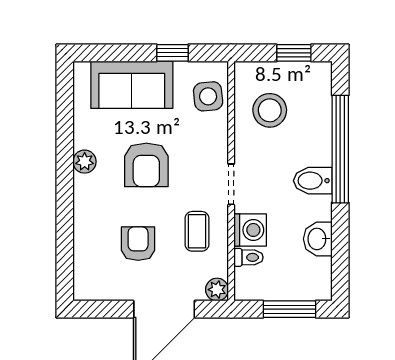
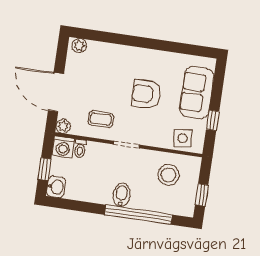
plant: (85, 162) -> (79, 45), moved
washing machine: (250, 230) -> (63, 147), moved
washbasin: (318, 239) -> (56, 187), moved, turned 90
armchair: (138, 244) -> (99, 82), removed
window: (289, 309) -> (45, 169), width x0.67

